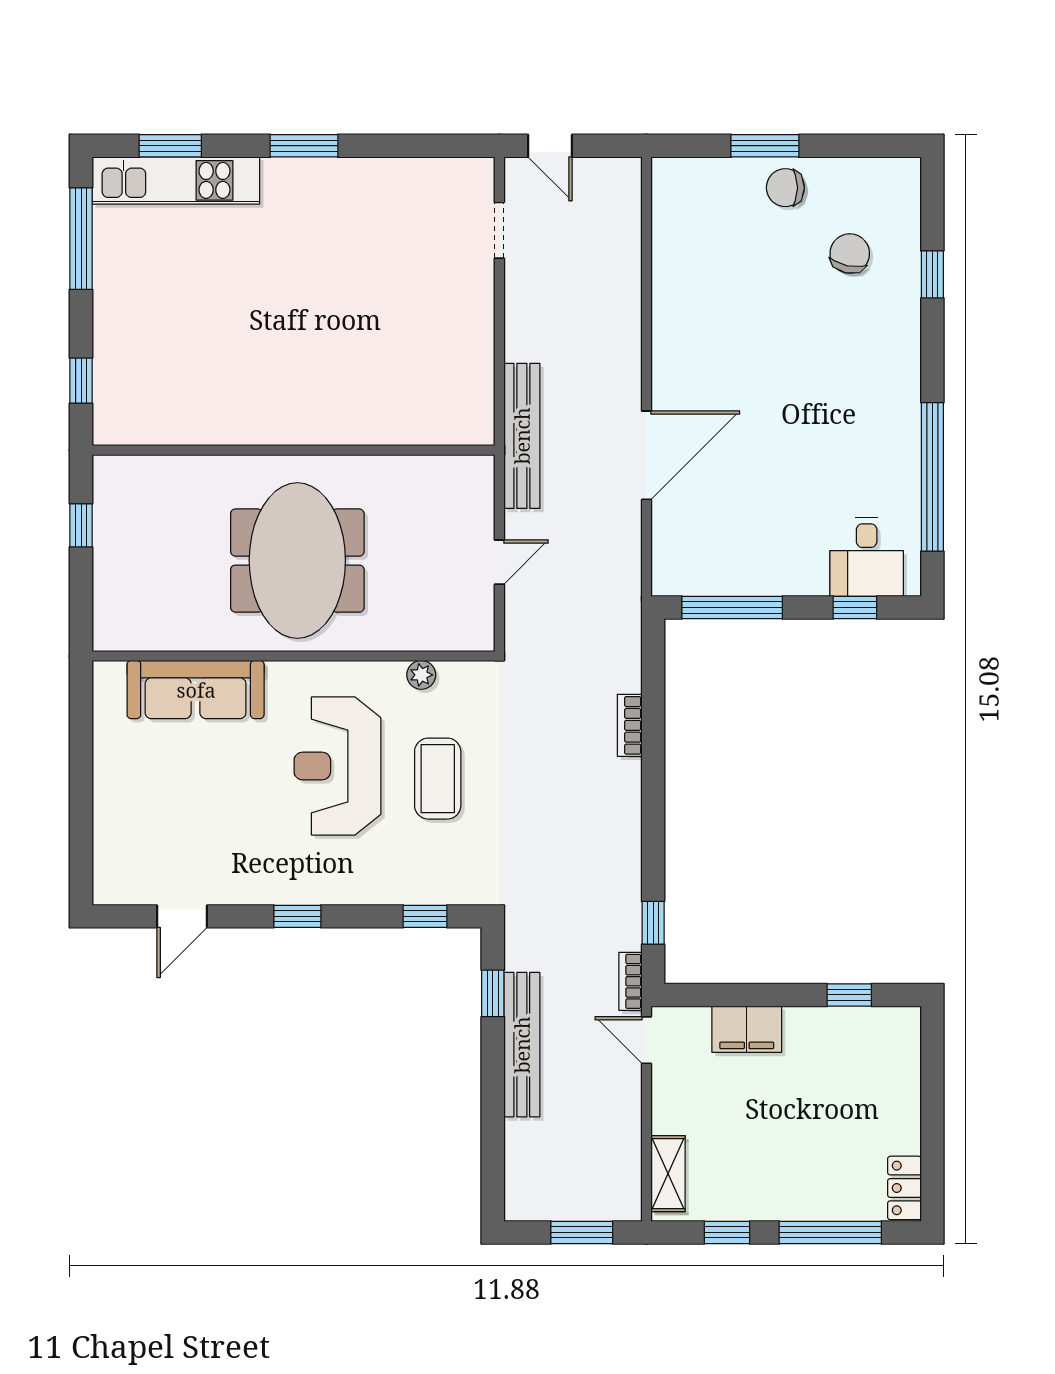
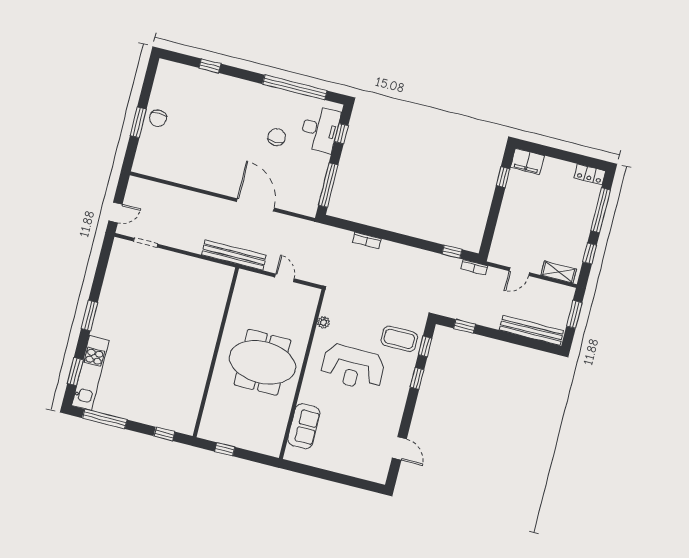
chair: (850, 254) -> (277, 137), moved, turned 78
desk: (867, 557) -> (320, 129), width x1.37
sofa: (196, 690) -> (304, 426), width x0.73
coffee table: (438, 779) -> (399, 339), moved
window: (297, 916) -> (417, 378), moved
filing cabinet: (747, 1029) -> (527, 161), moved, turned 90
door: (646, 1040) -> (519, 272), moved
bench: (522, 1045) -> (531, 330), moved

